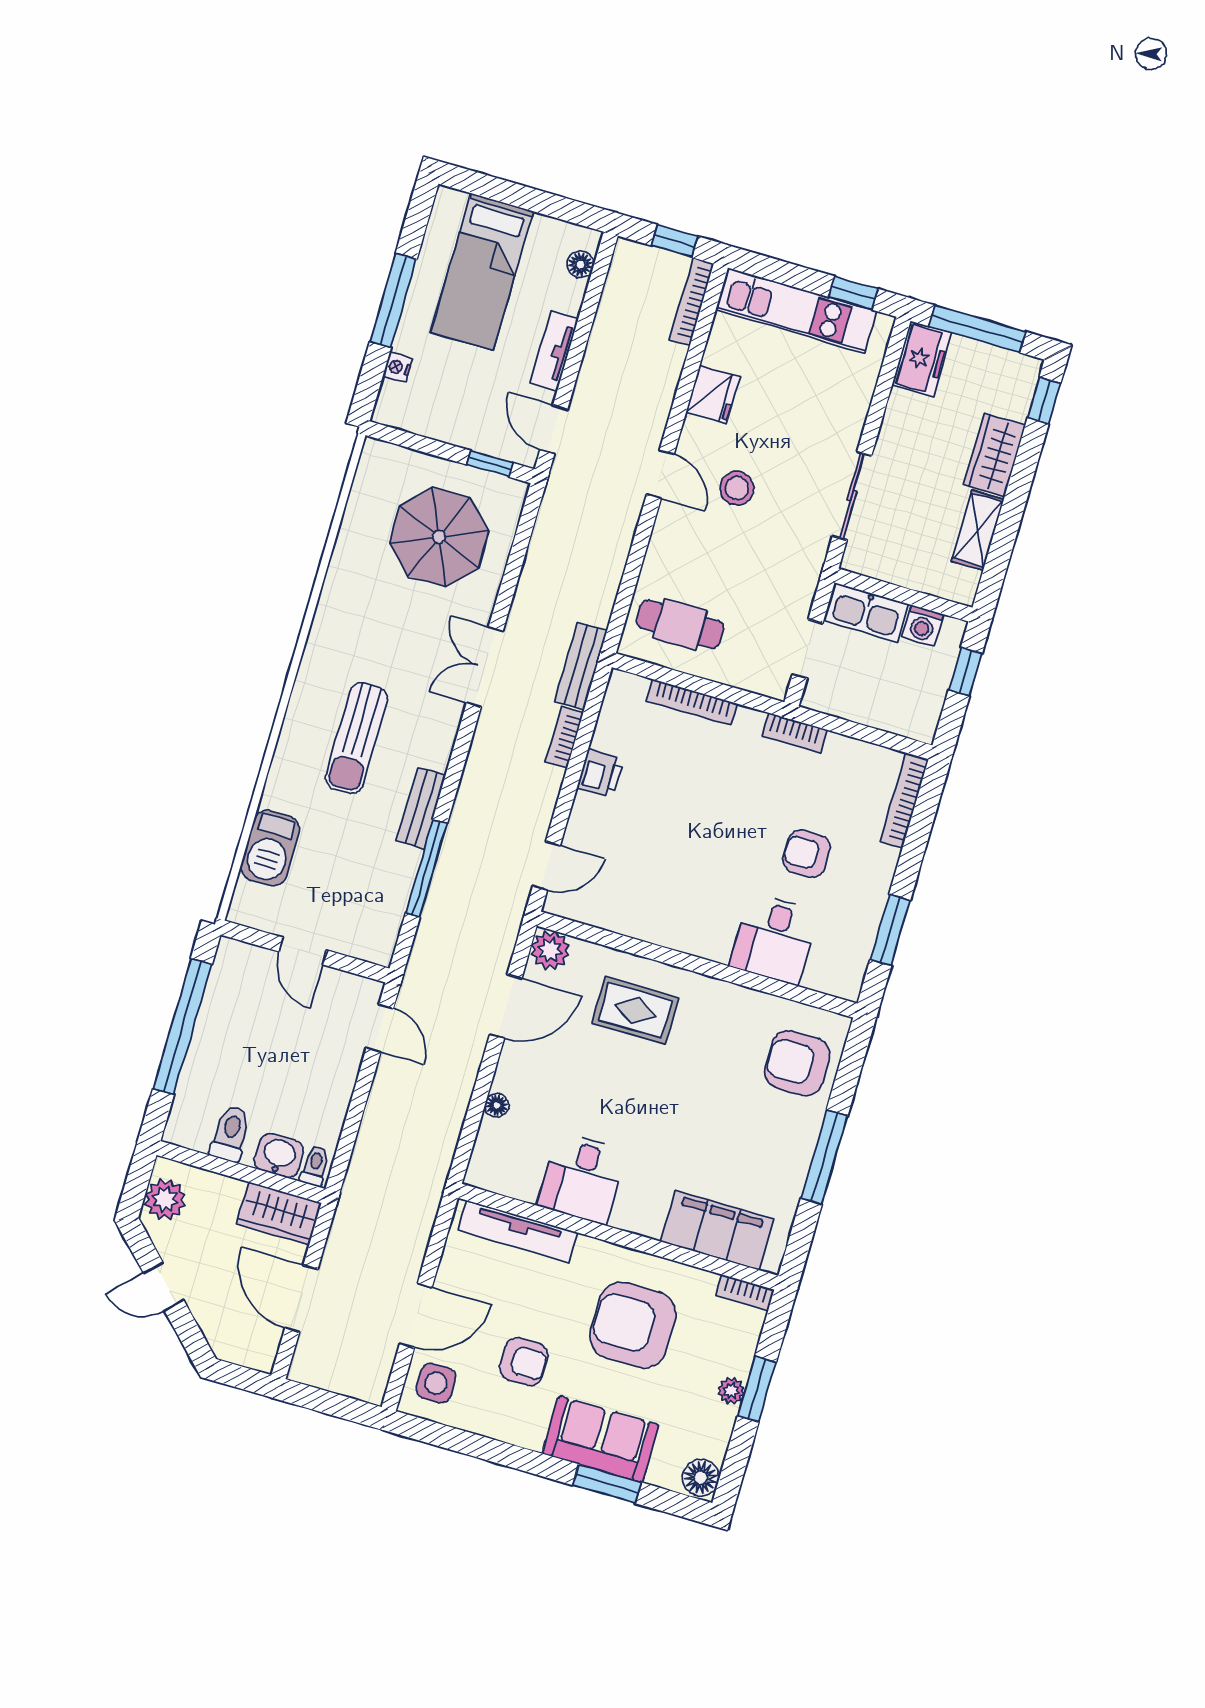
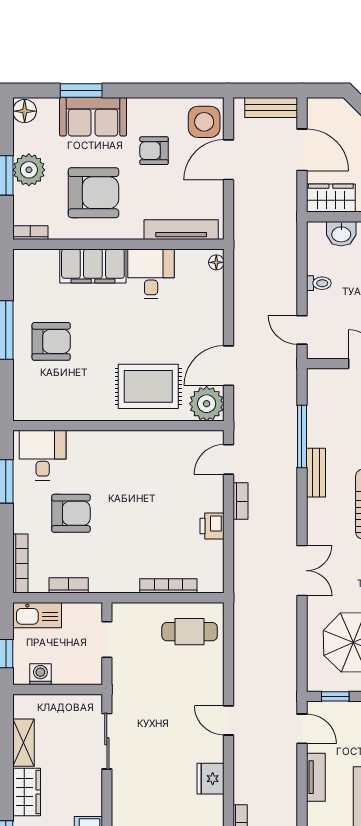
stool: (737, 488) -> (179, 725), removed
kitchen sink: (866, 613) -> (37, 615), moved, turned 180
bench: (581, 666) -> (271, 107), moved, turned 90
bookcase: (794, 733) -> (69, 585), moved
bookcase: (564, 737) -> (240, 501), moved
armchair: (806, 854) -> (71, 513), width x1.38, depth x1.38
desk: (774, 939) -> (43, 455), moved
plant: (550, 950) -> (207, 404), width x1.36, depth x1.36
rug: (635, 1010) -> (148, 386), width x1.36, depth x1.43
armchair: (797, 1063) -> (51, 341), moved
floor lamp: (497, 1105) -> (216, 262), moved
toilet: (315, 1166) -> (319, 283), moved, turned -90
filing cabinet: (717, 1230) -> (93, 266), moved
side table: (436, 1383) -> (204, 122), width x1.37, depth x1.37
plant: (731, 1391) -> (29, 170), width x1.88, depth x1.88

